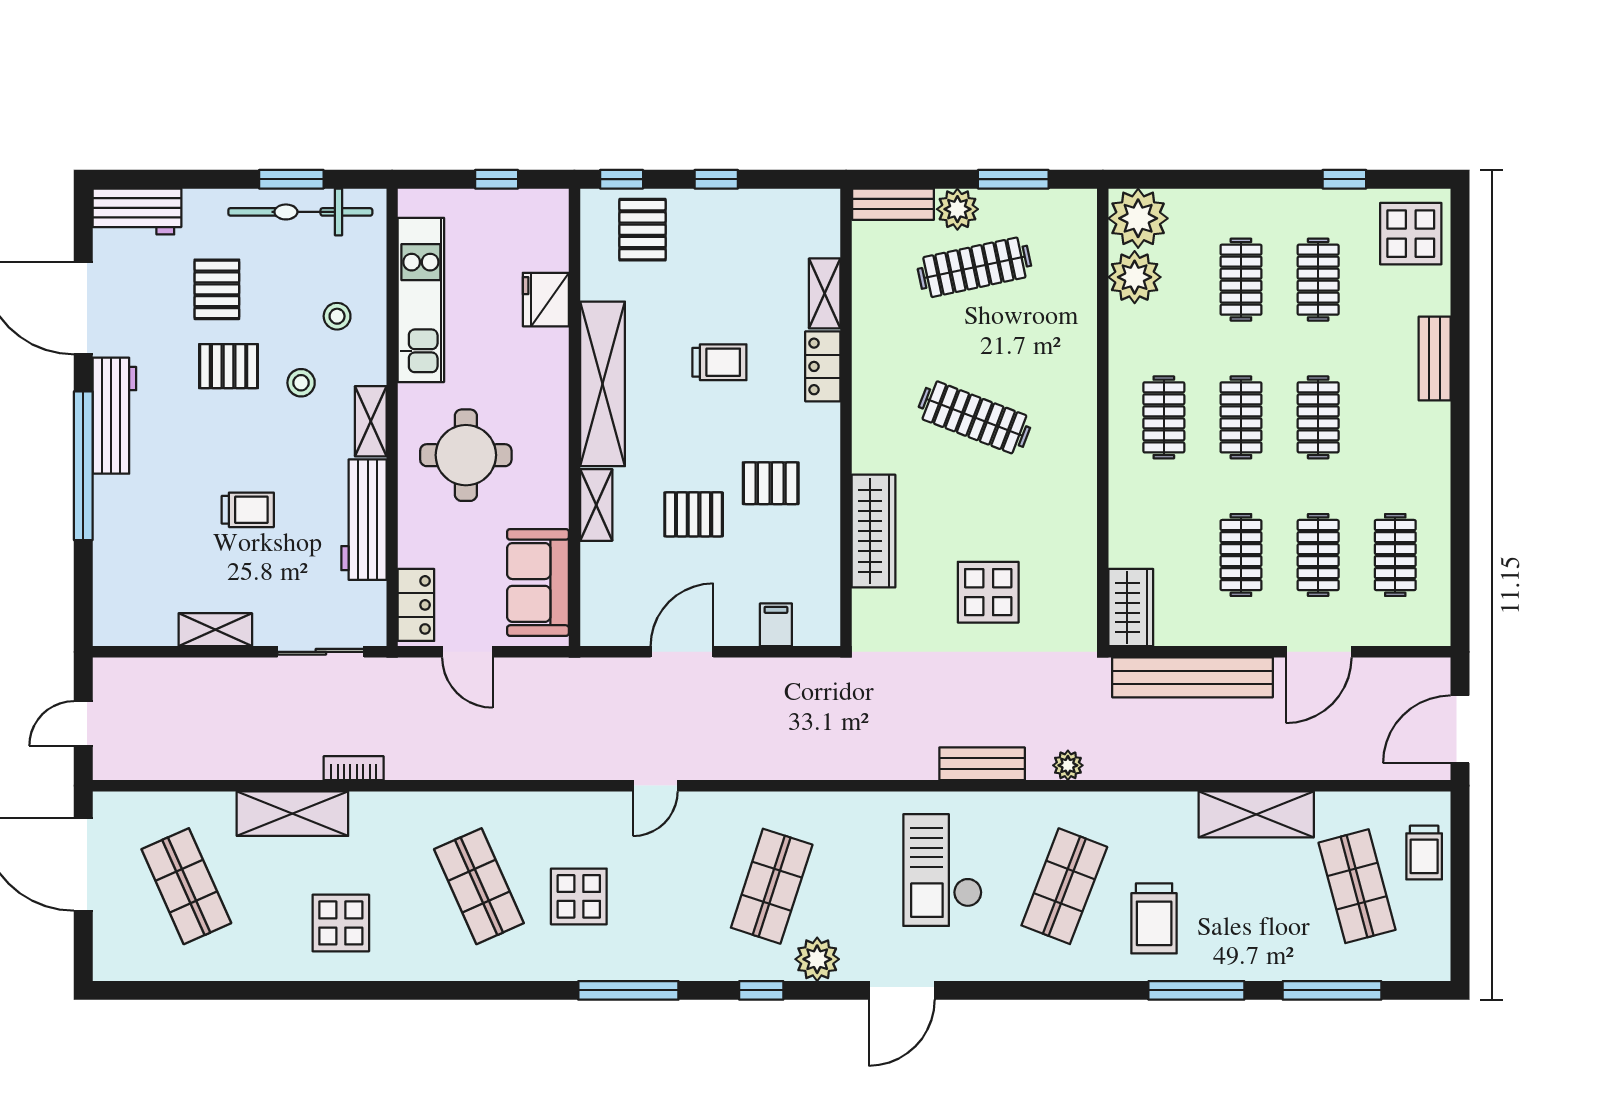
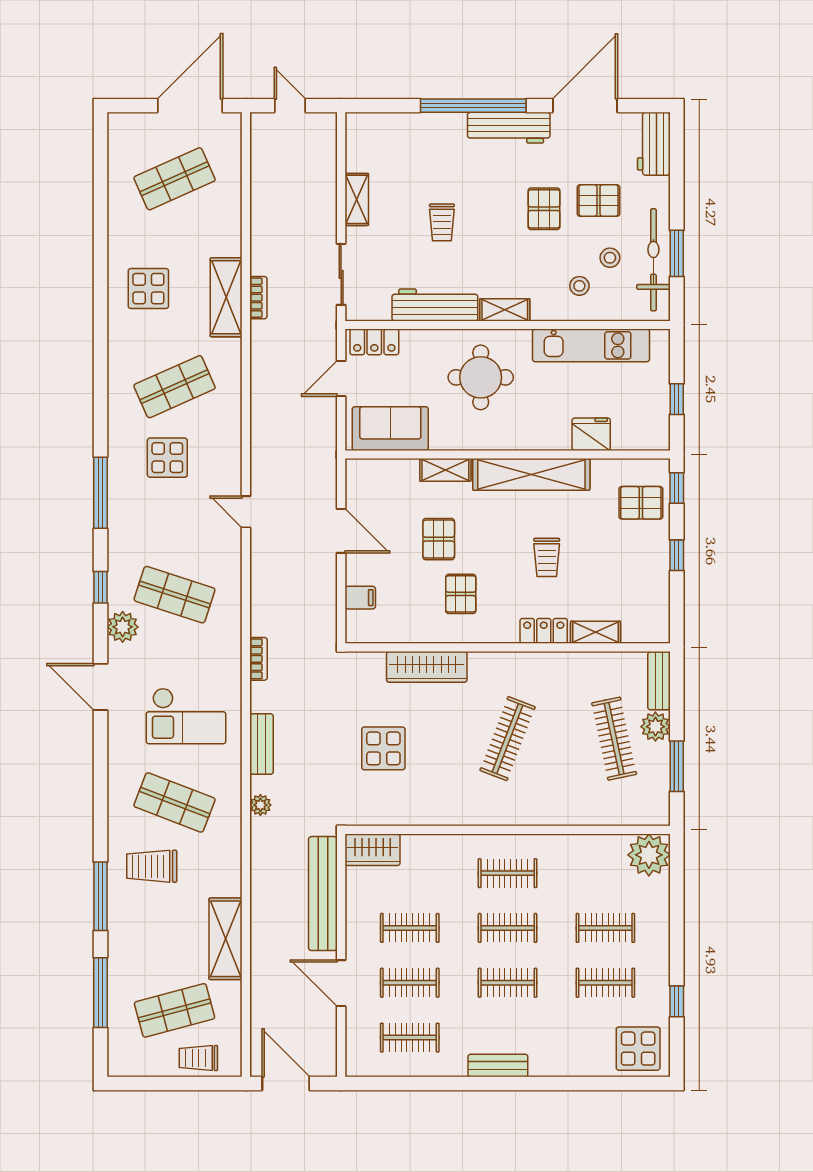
plant: (1135, 277) -> (607, 852), removed
bench: (1435, 359) -> (498, 1066), moved
stool: (301, 383) -> (610, 258), moved
bookcase: (862, 768) -> (258, 659), added
shelving: (292, 814) -> (226, 297), moved
checkout: (943, 870) -> (186, 716), turned 180

